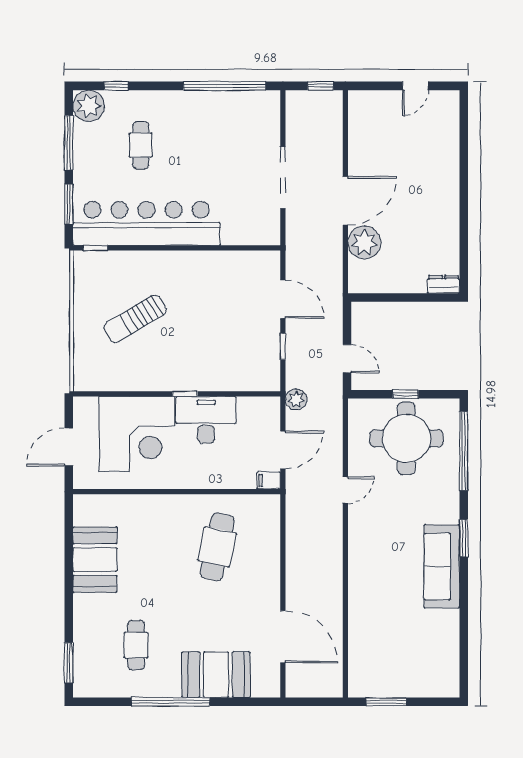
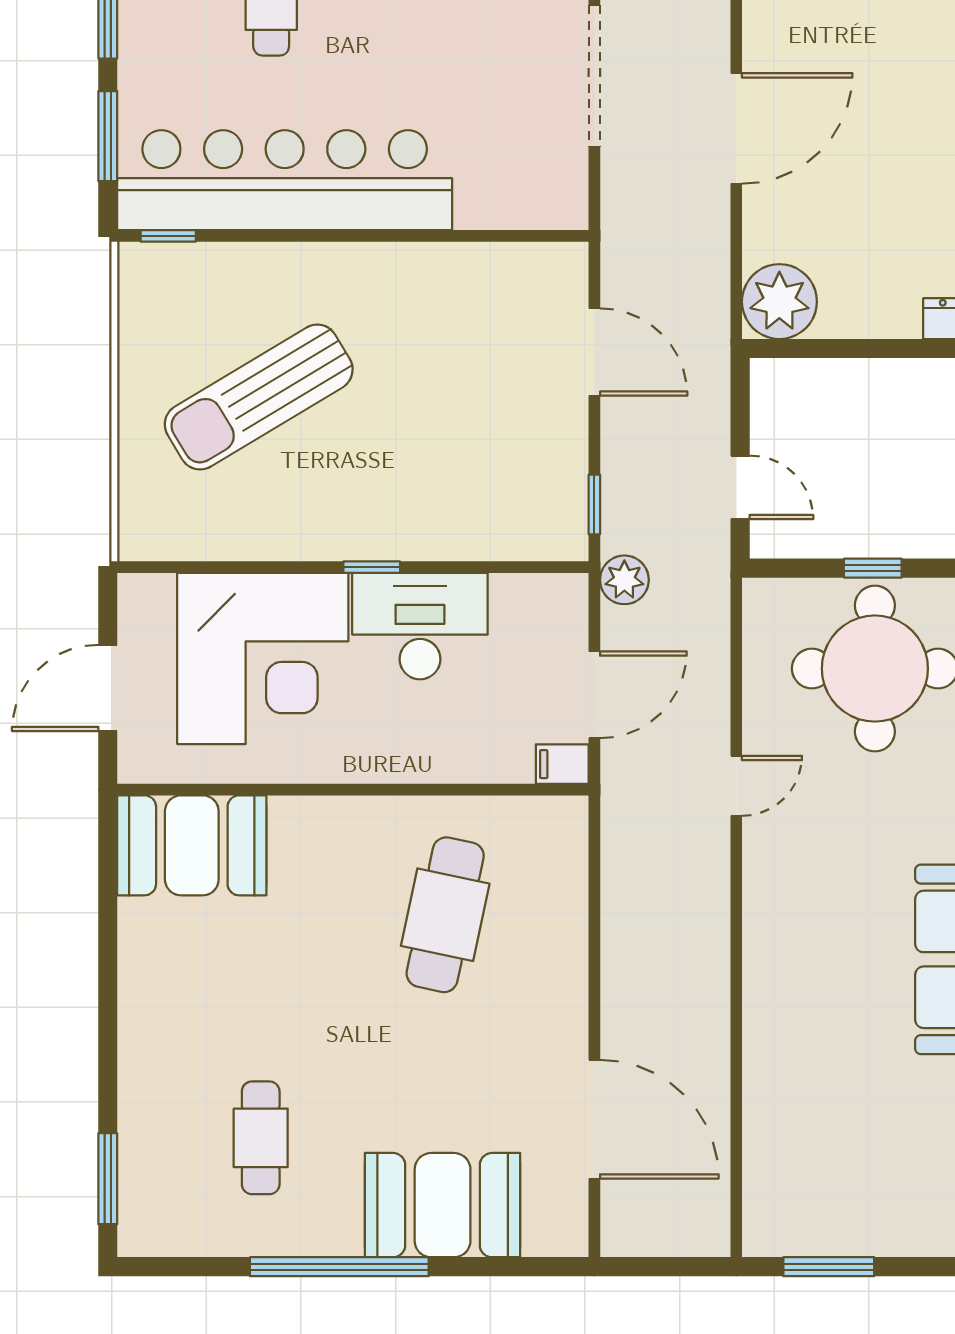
plant: (364, 243) -> (779, 302), moved
sun lounger: (135, 319) -> (259, 397), width x1.36, depth x1.34
window: (283, 346) -> (594, 504), moved
booth: (95, 560) -> (192, 845), moved, turned 90

